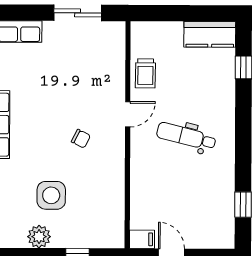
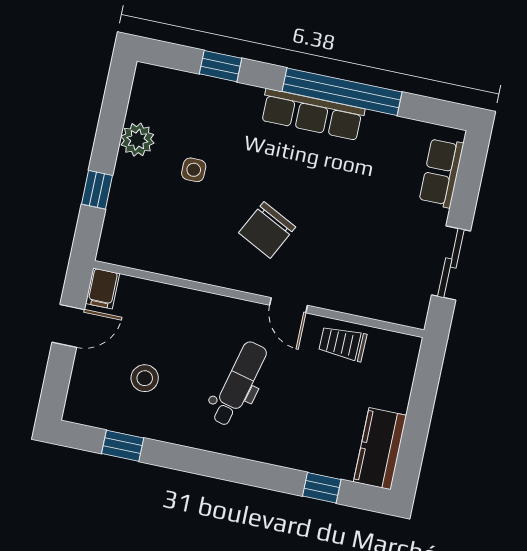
chair: (81, 139) -> (267, 230), width x1.87, depth x1.87
side table: (51, 195) -> (194, 170), width x0.54, depth x0.54
stool: (195, 199) -> (145, 378), added

